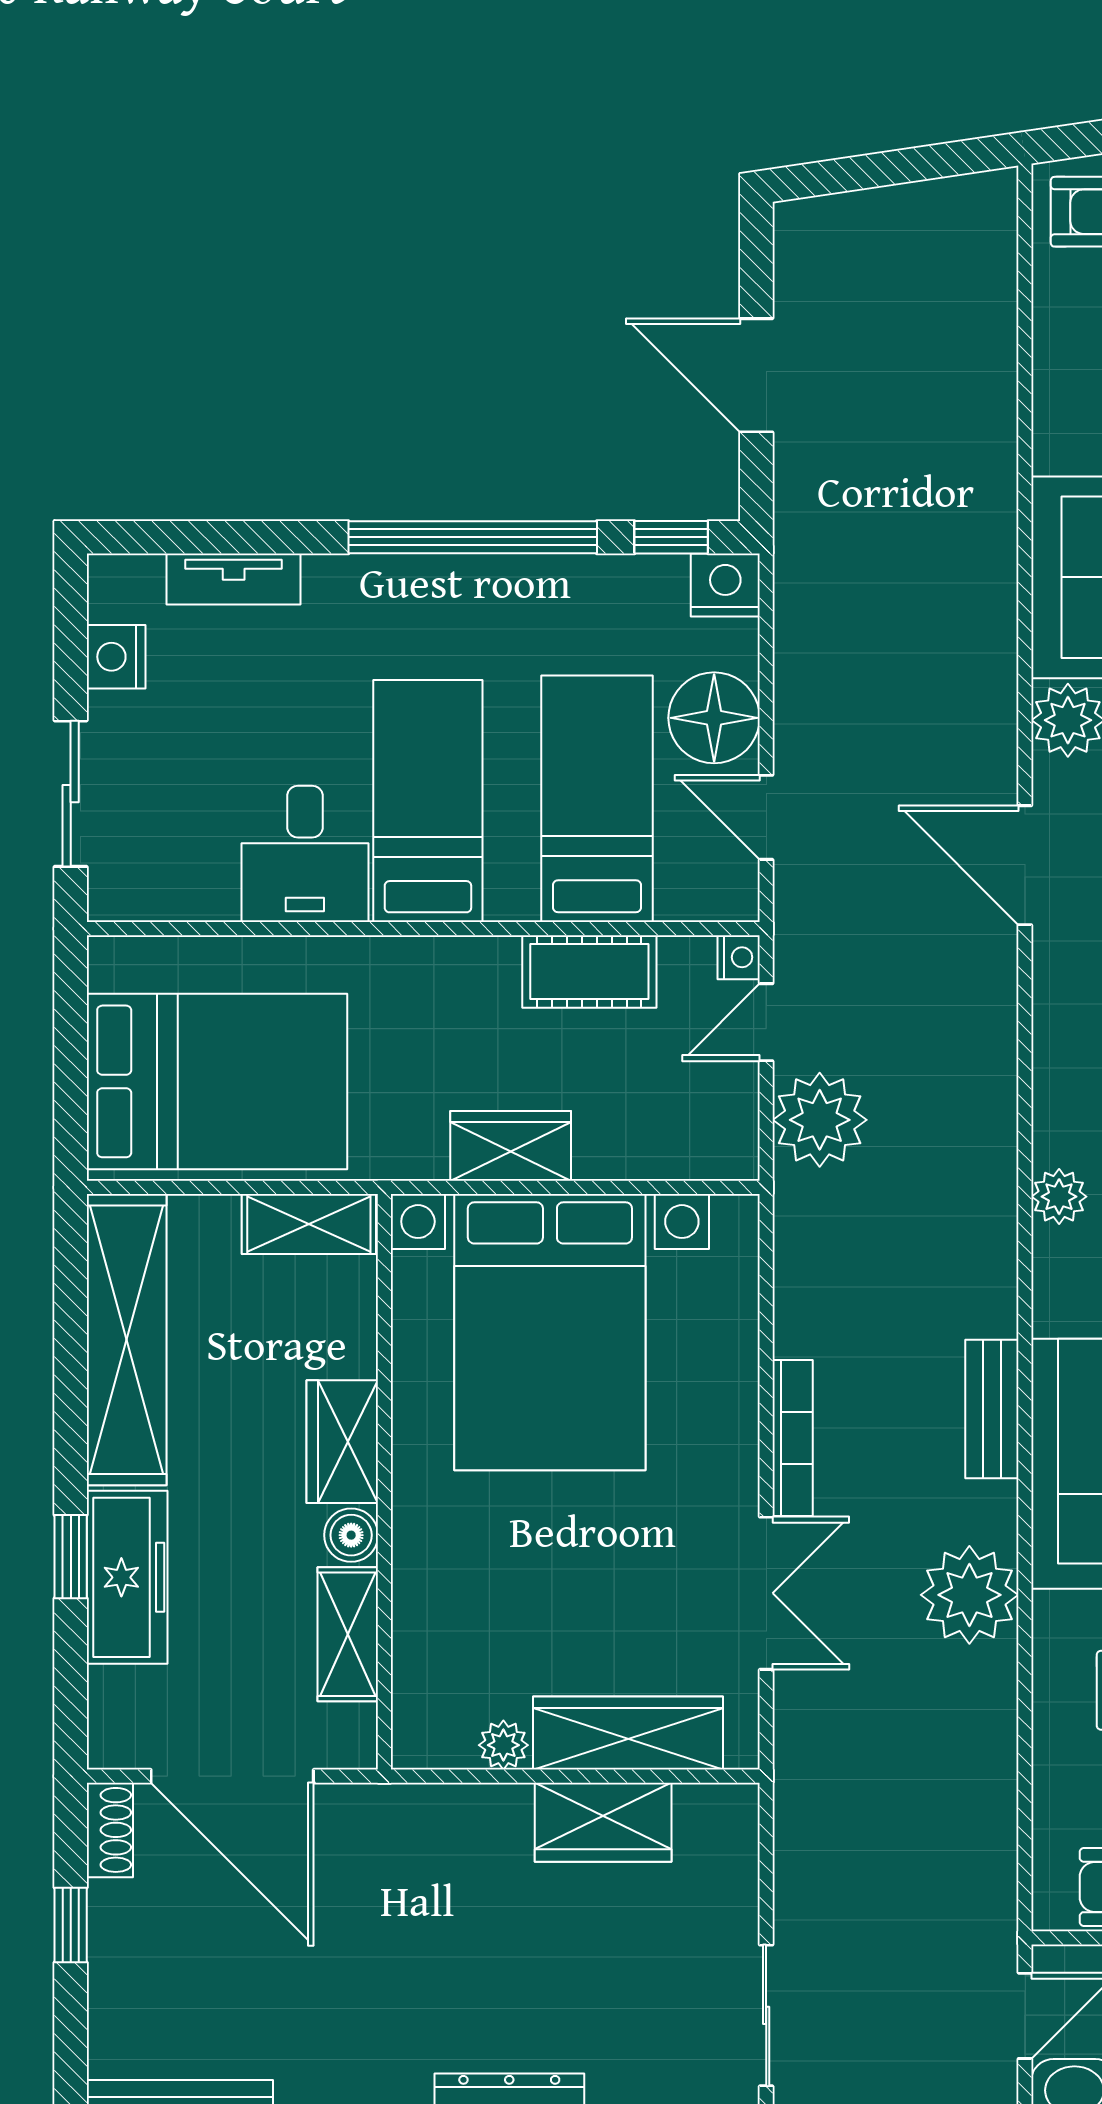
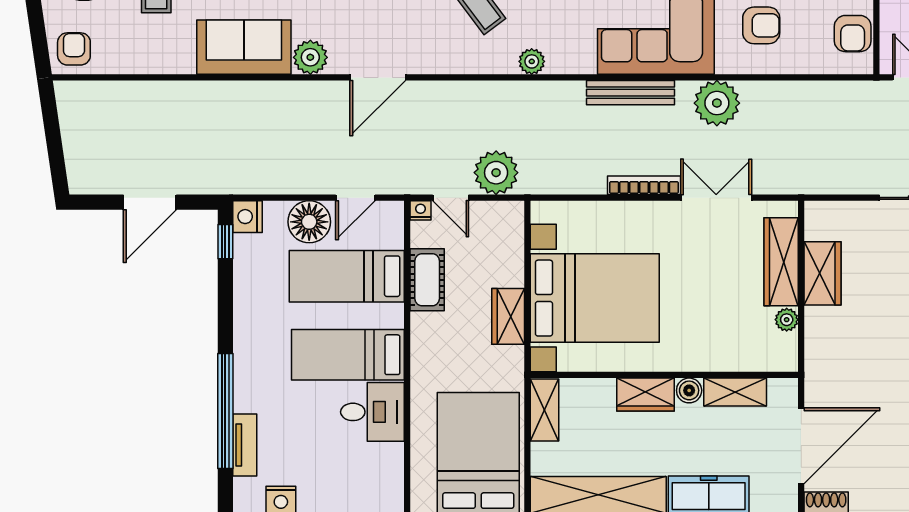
window: (473, 537) -> (225, 411), moved
bench: (992, 1409) -> (631, 93), width x1.36

